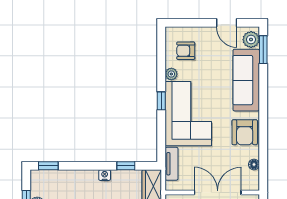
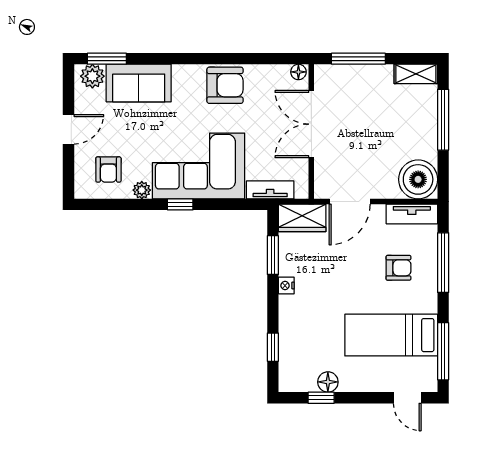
door: (227, 23) -> (68, 129), moved
sofa: (246, 80) -> (139, 83), width x0.73
floor lamp: (254, 164) -> (298, 72), moved
window: (48, 166) -> (273, 347), moved
window: (126, 166) -> (273, 255), width x1.50

